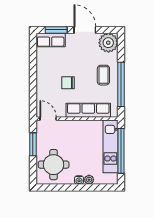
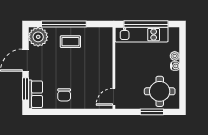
chair: (68, 83) -> (64, 95), moved
window: (121, 84) -> (64, 24), moved
row of seats: (88, 110) -> (105, 57), removed
window: (33, 144) -> (152, 112), moved

